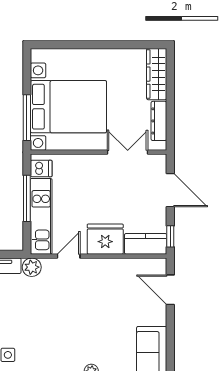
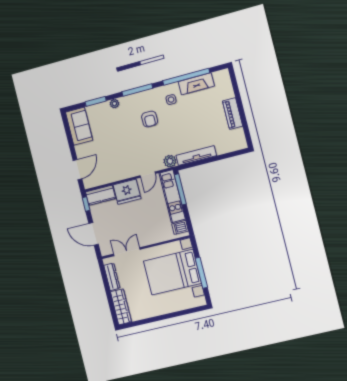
window: (27, 118) -> (201, 273), moved
double door: (128, 152) -> (127, 252), swing flipped
window: (27, 198) -> (180, 189), moved
door: (170, 290) -> (77, 170), hinge flipped
armchair: (46, 335) -> (150, 119), added

